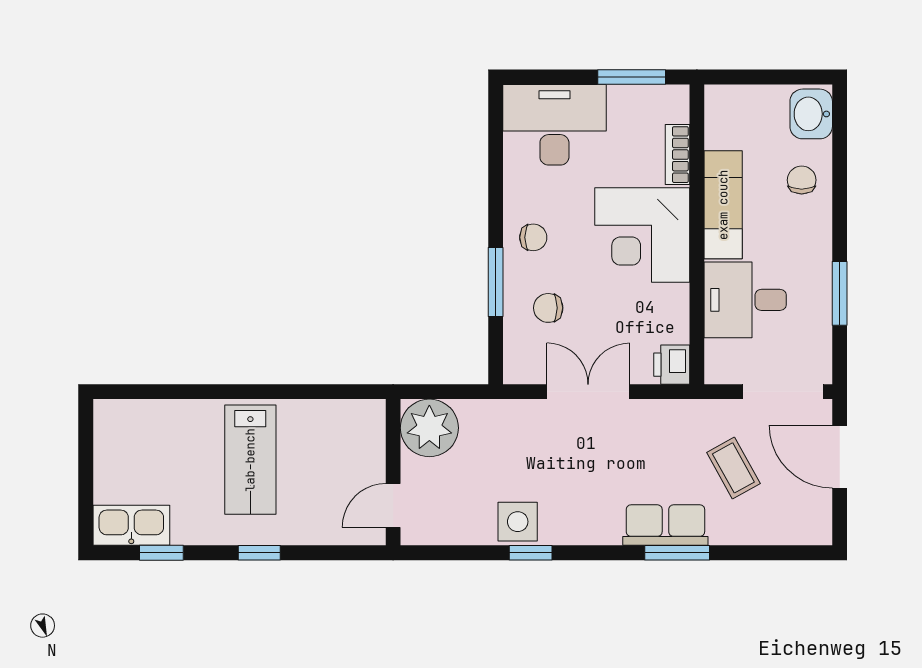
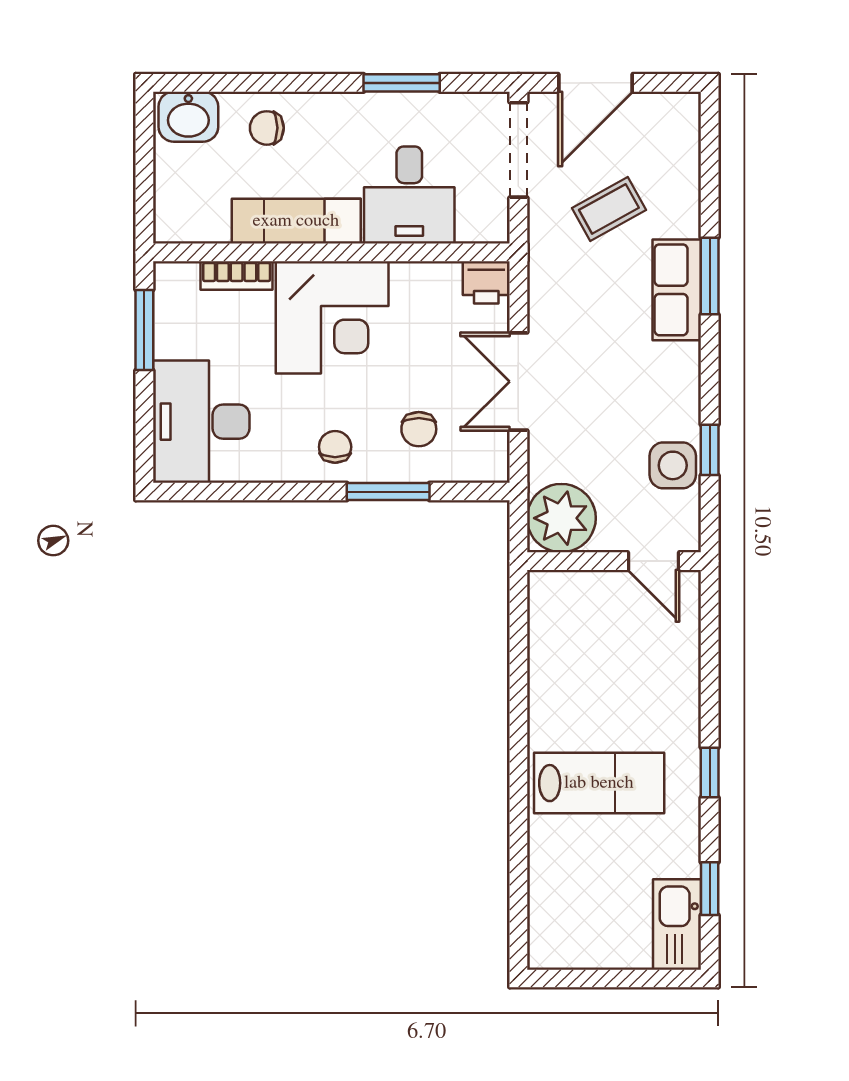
plant: (429, 428) -> (561, 518), moved
wall: (393, 472) -> (614, 561), moved
door: (393, 505) -> (653, 561), moved

